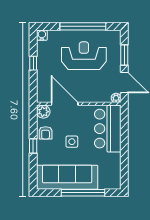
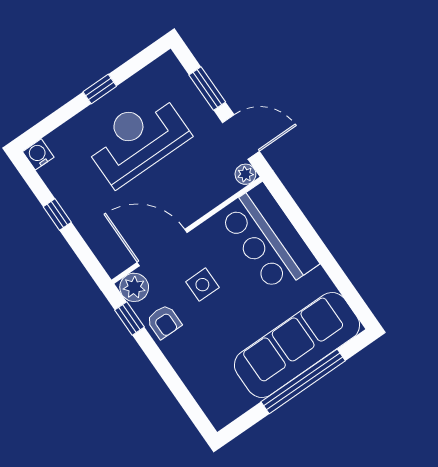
window: (83, 26) -> (100, 89), width x0.32
side table: (72, 142) -> (202, 285), moved
window: (33, 146) -> (129, 318), moved
sofa: (67, 177) -> (297, 345), moved

